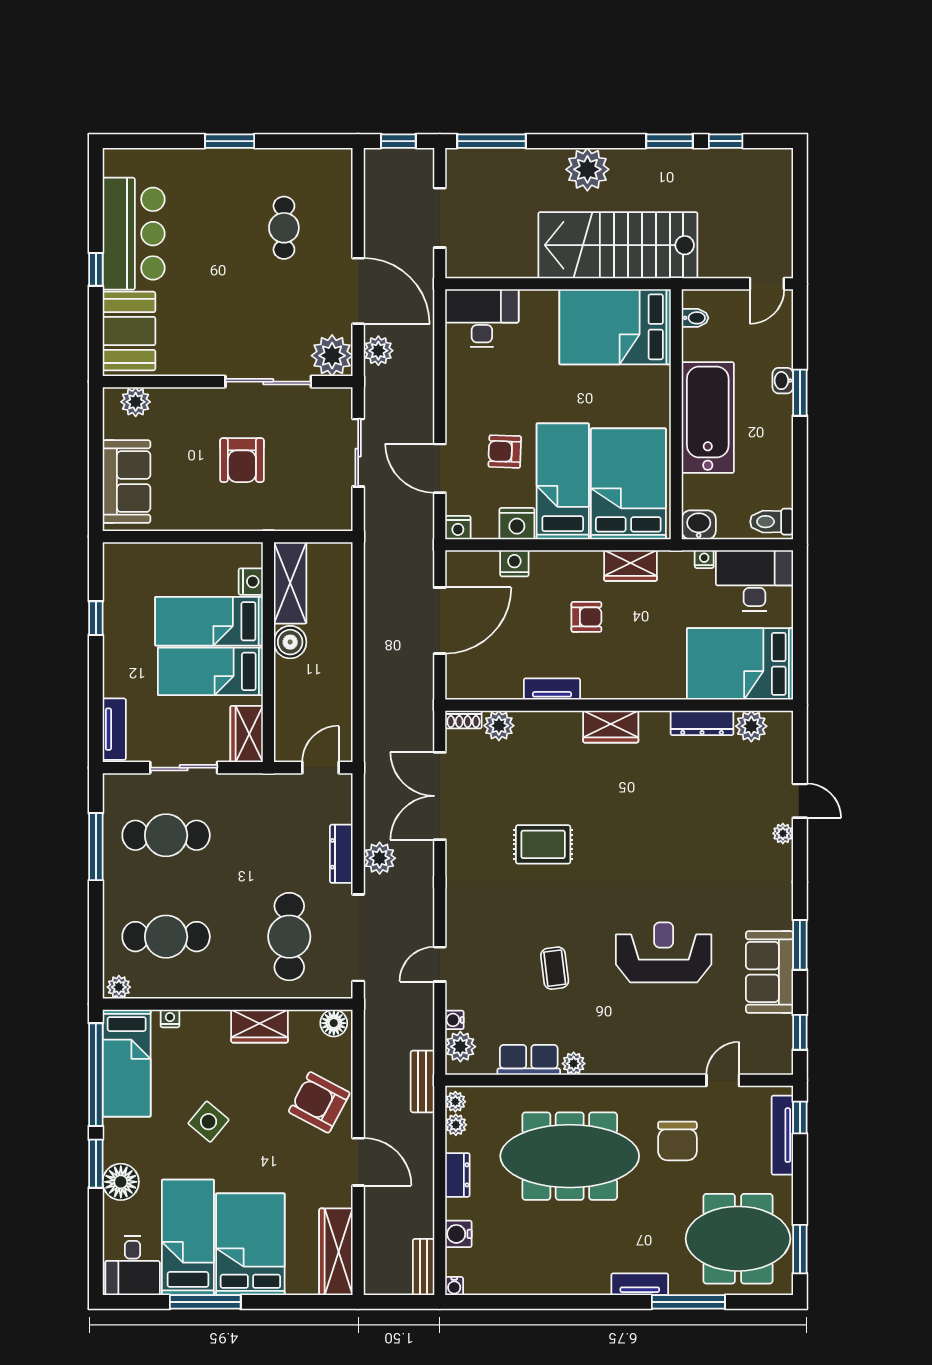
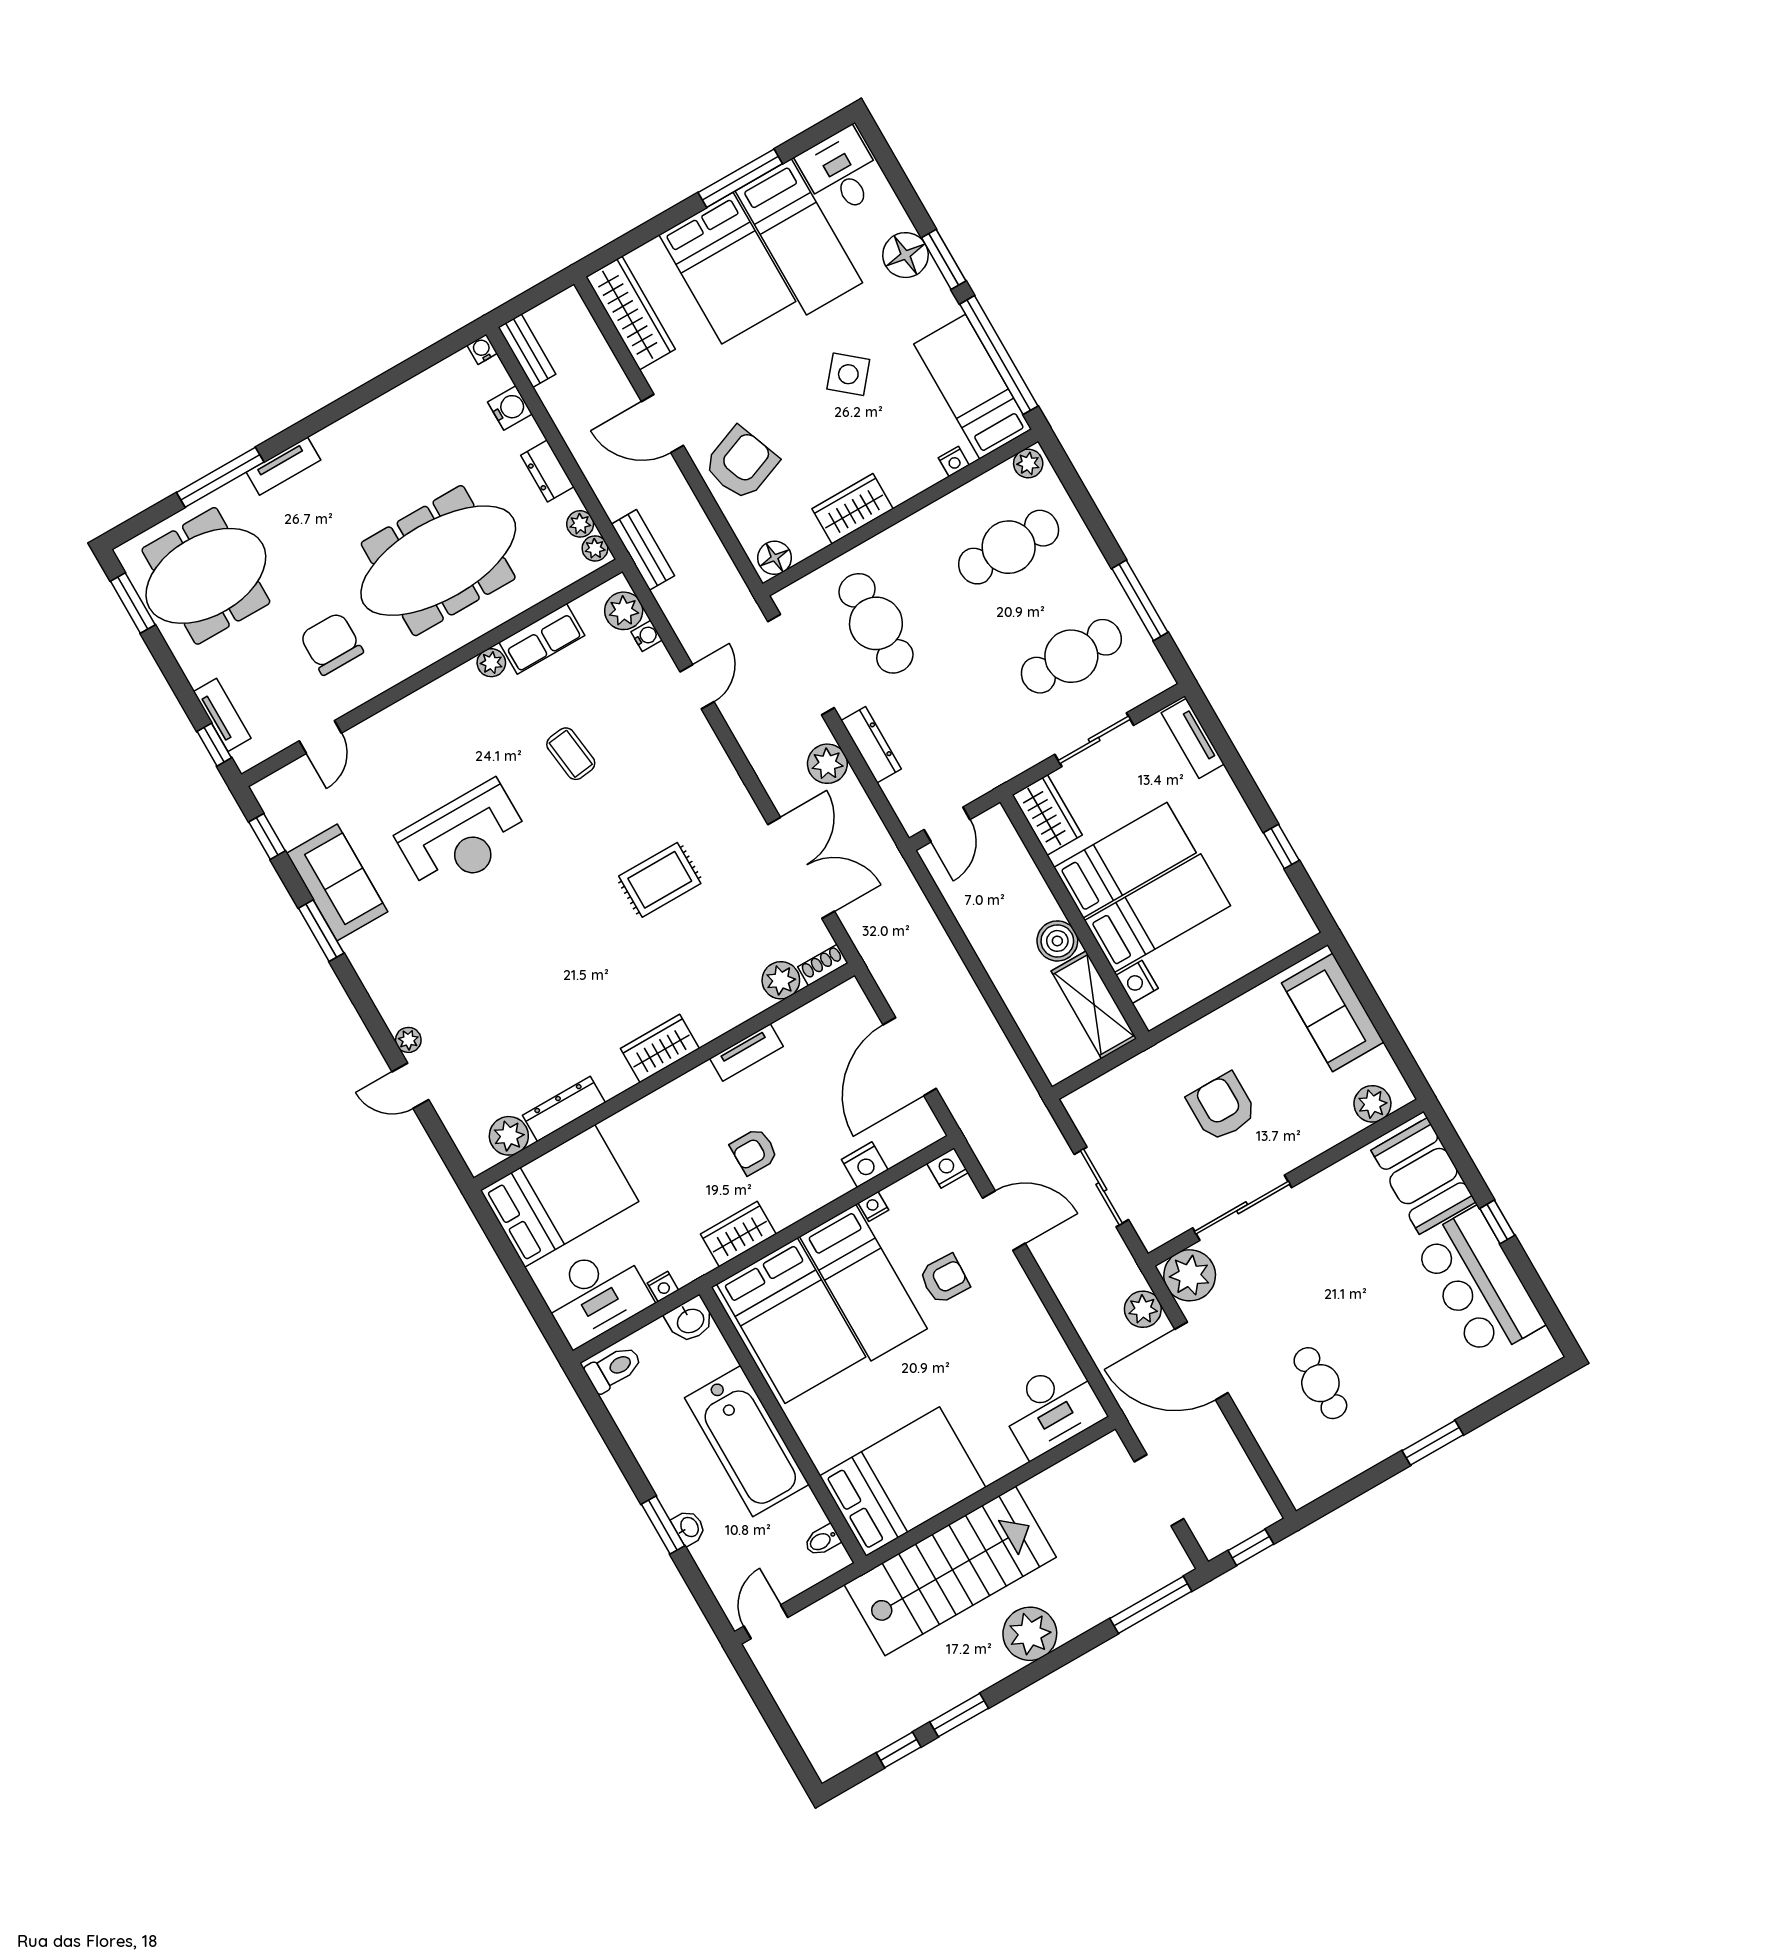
nightstand: (517, 524) -> (873, 1206), width x0.53, depth x0.56
armchair: (319, 1102) -> (741, 463), turned -49
tv unit: (782, 1135) -> (222, 715), width x0.71

